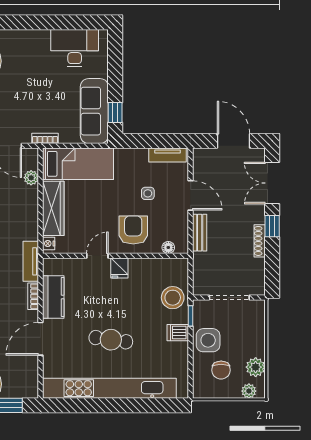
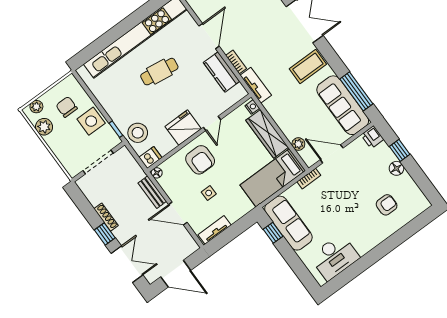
floor lamp: (168, 247) -> (157, 173), moved
fridge: (119, 268) -> (183, 128), width x1.88, depth x1.34
dishwasher: (178, 333) -> (150, 158), moved

